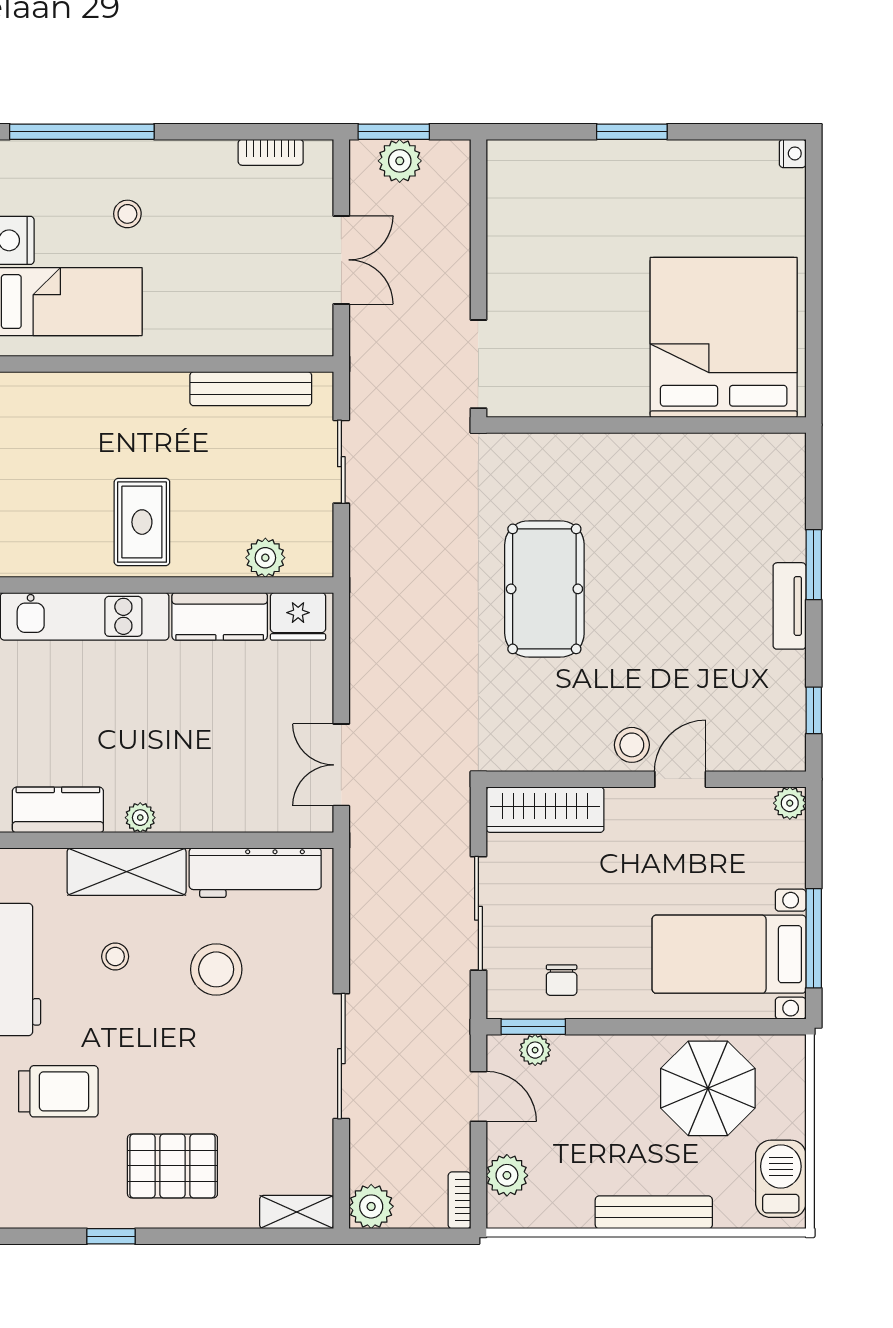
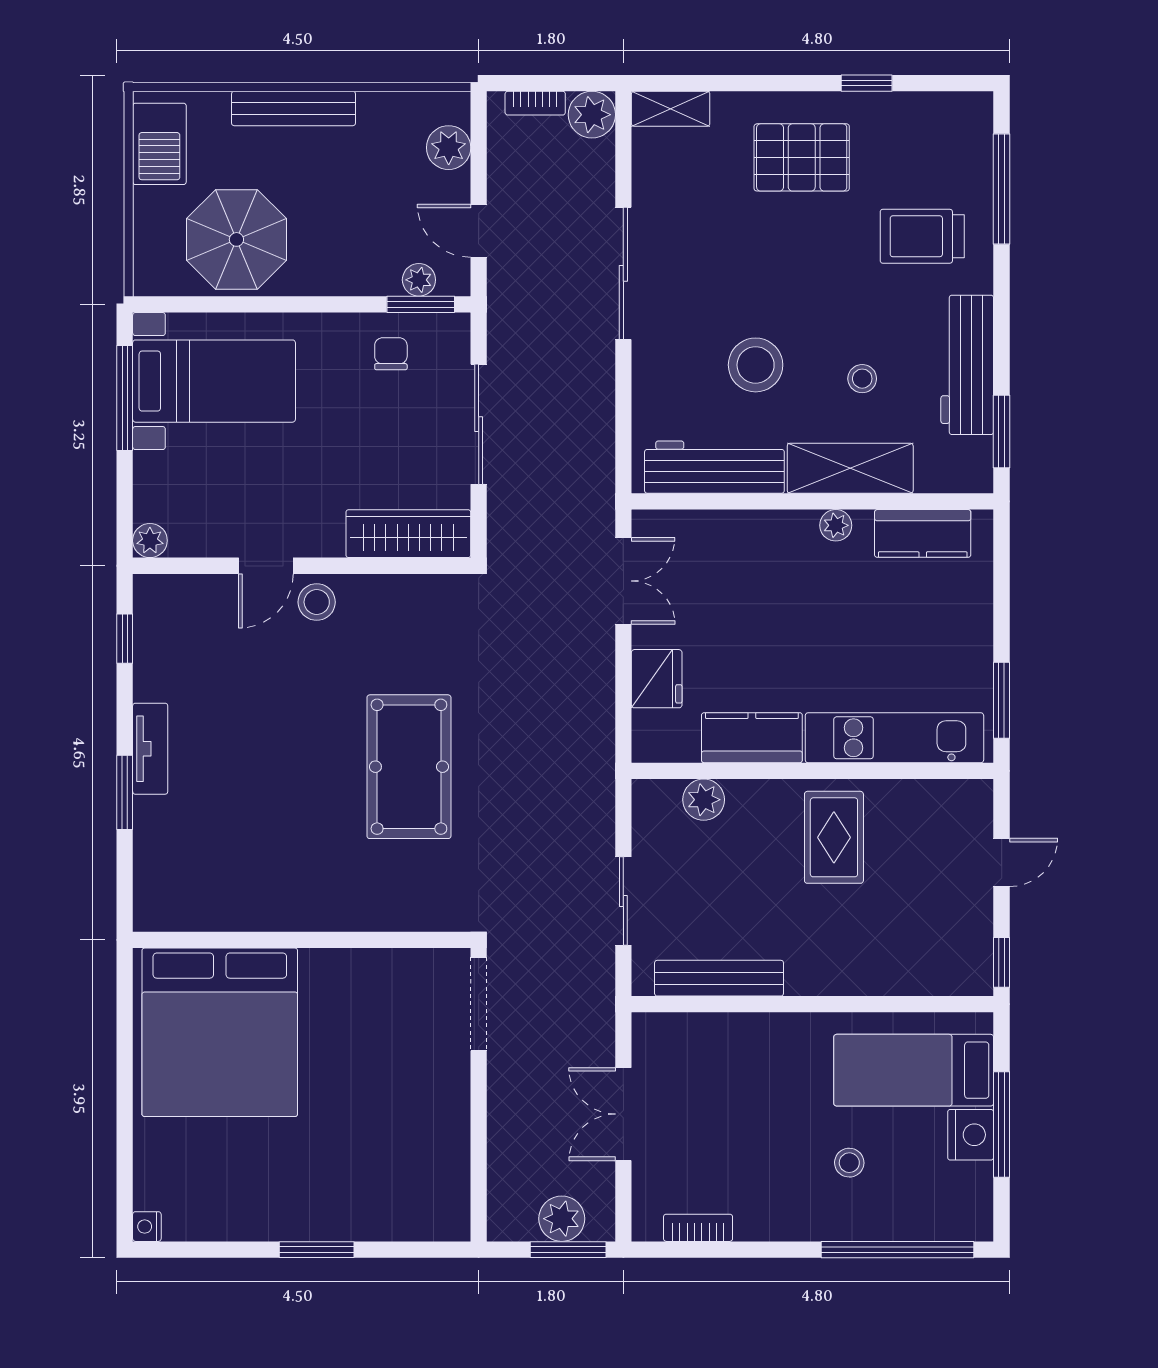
fridge: (298, 616) -> (657, 679), moved, turned 90
bookcase: (459, 1200) -> (535, 103), moved, turned 90

